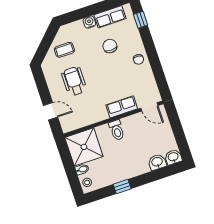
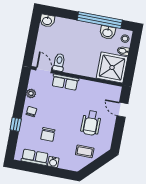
window: (141, 20) -> (16, 124), moved
plant: (149, 77) -> (31, 93), added
toilet: (117, 130) -> (59, 62), moved
washbasin: (157, 162) -> (107, 32), moved
window: (122, 187) -> (100, 20), width x3.17

